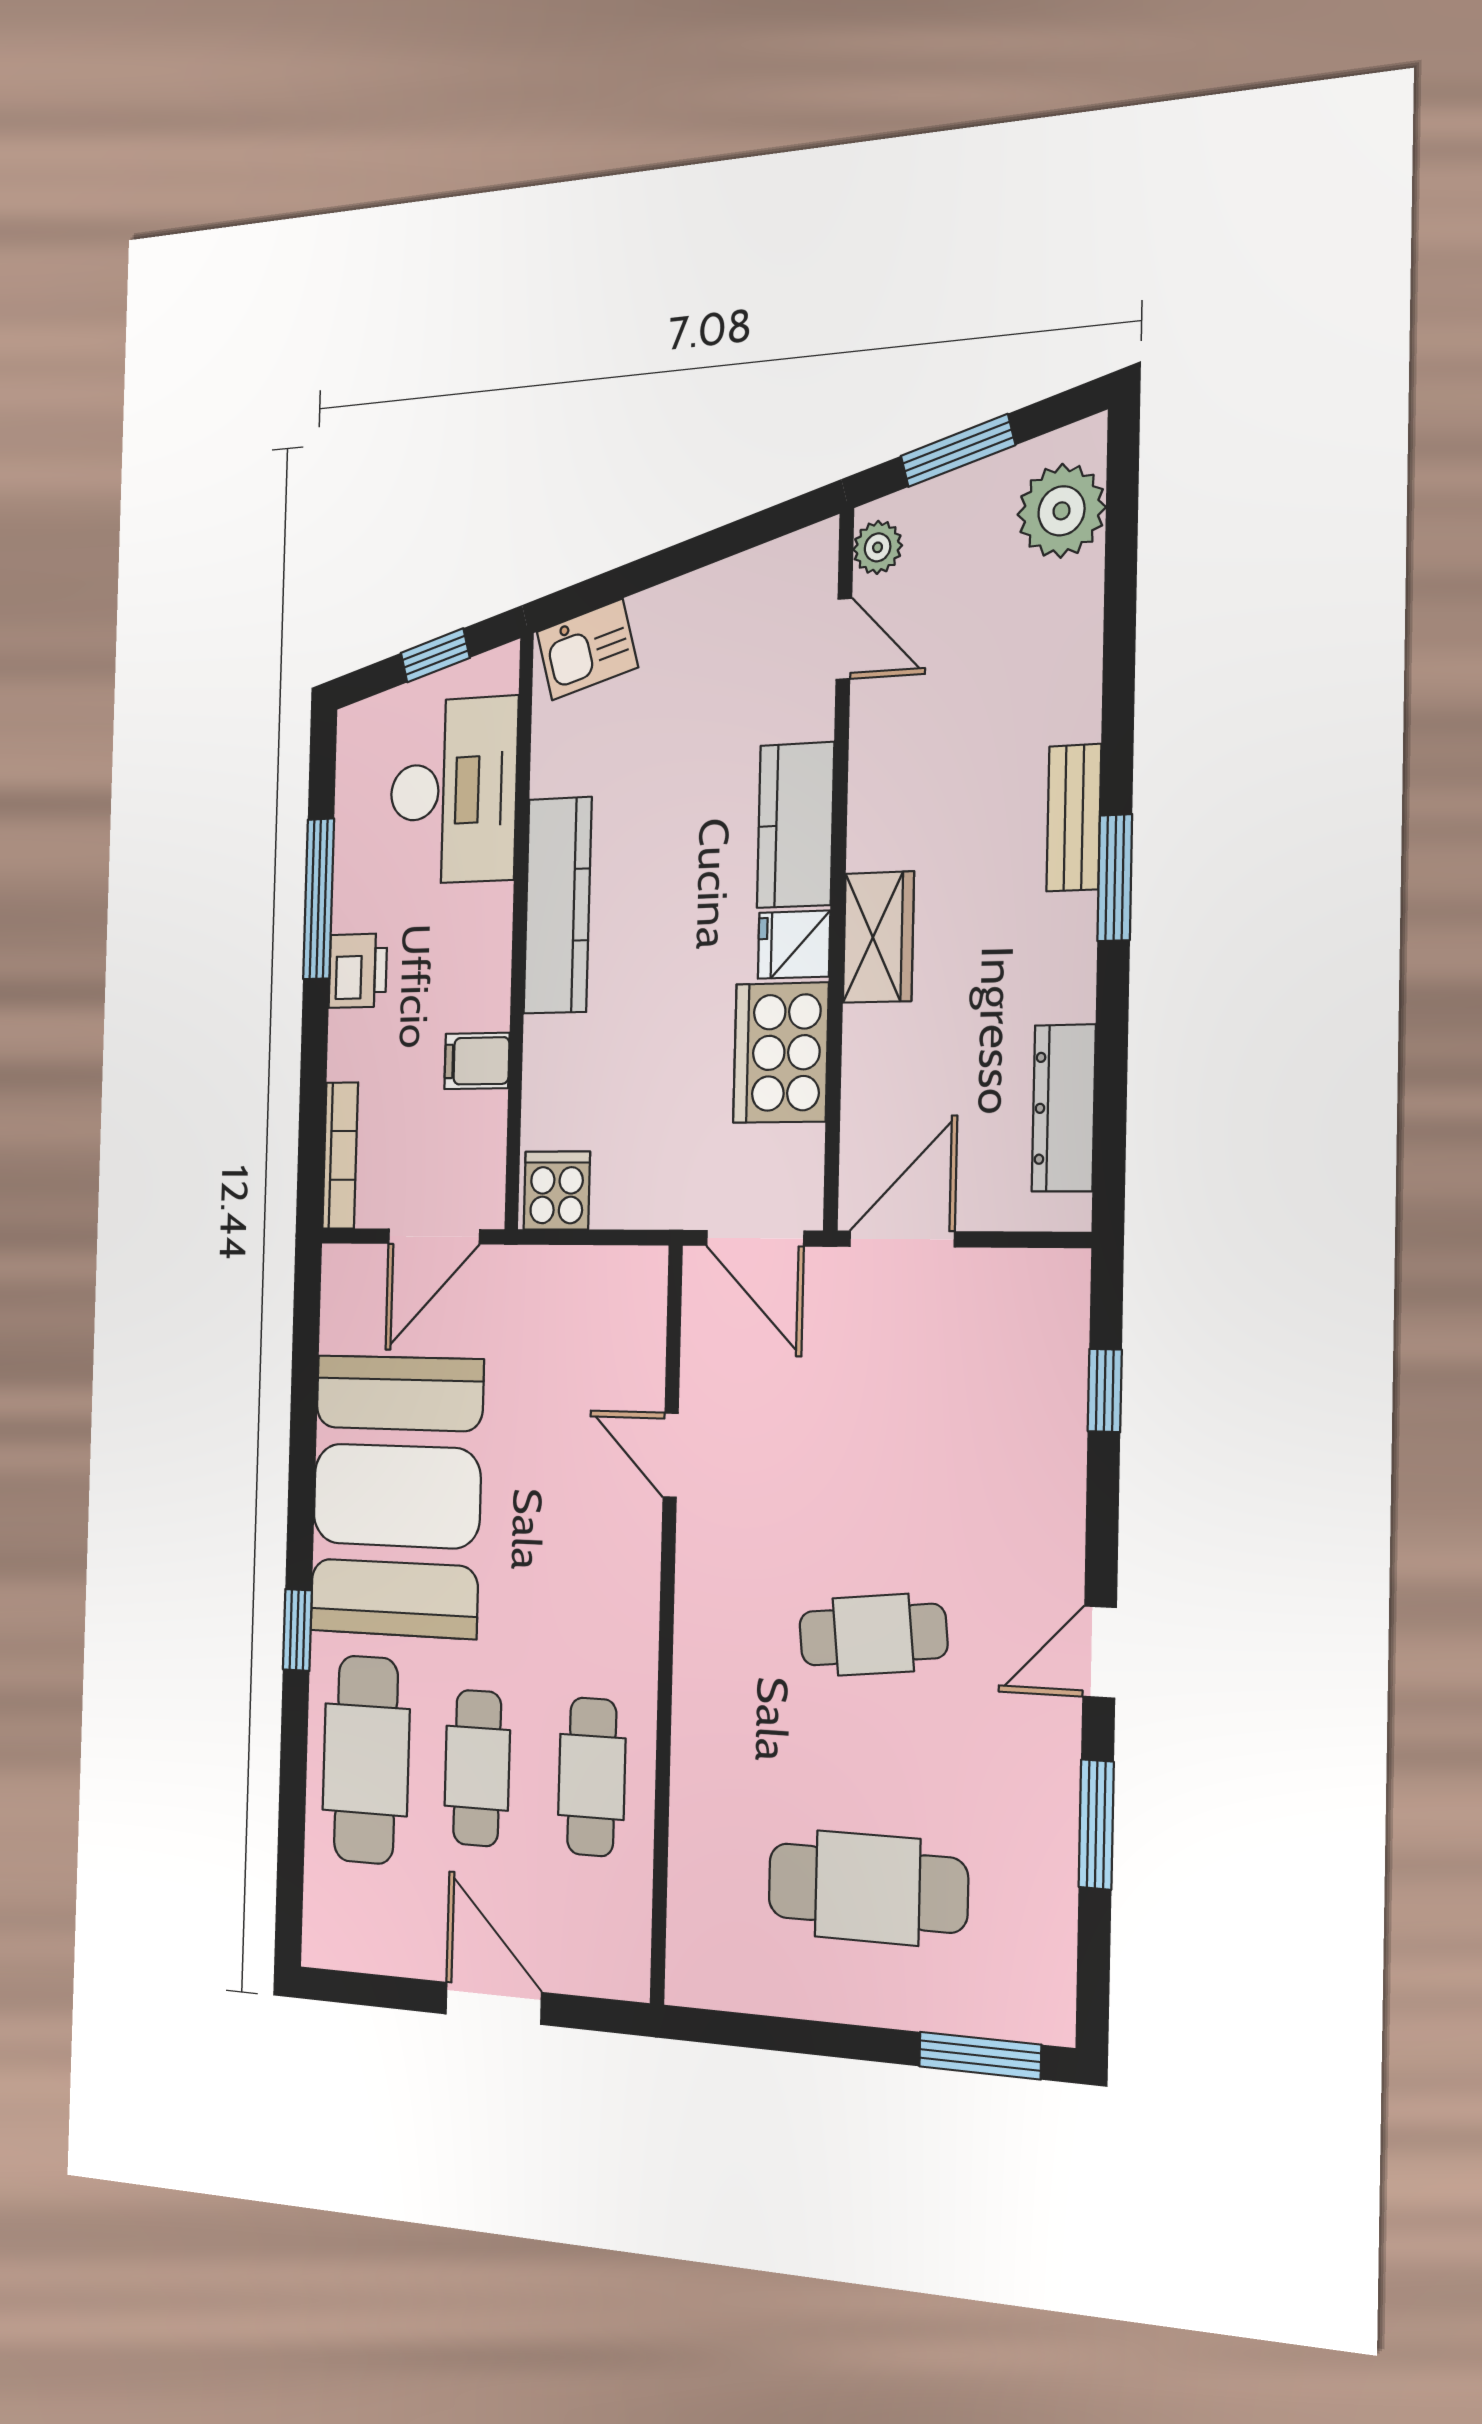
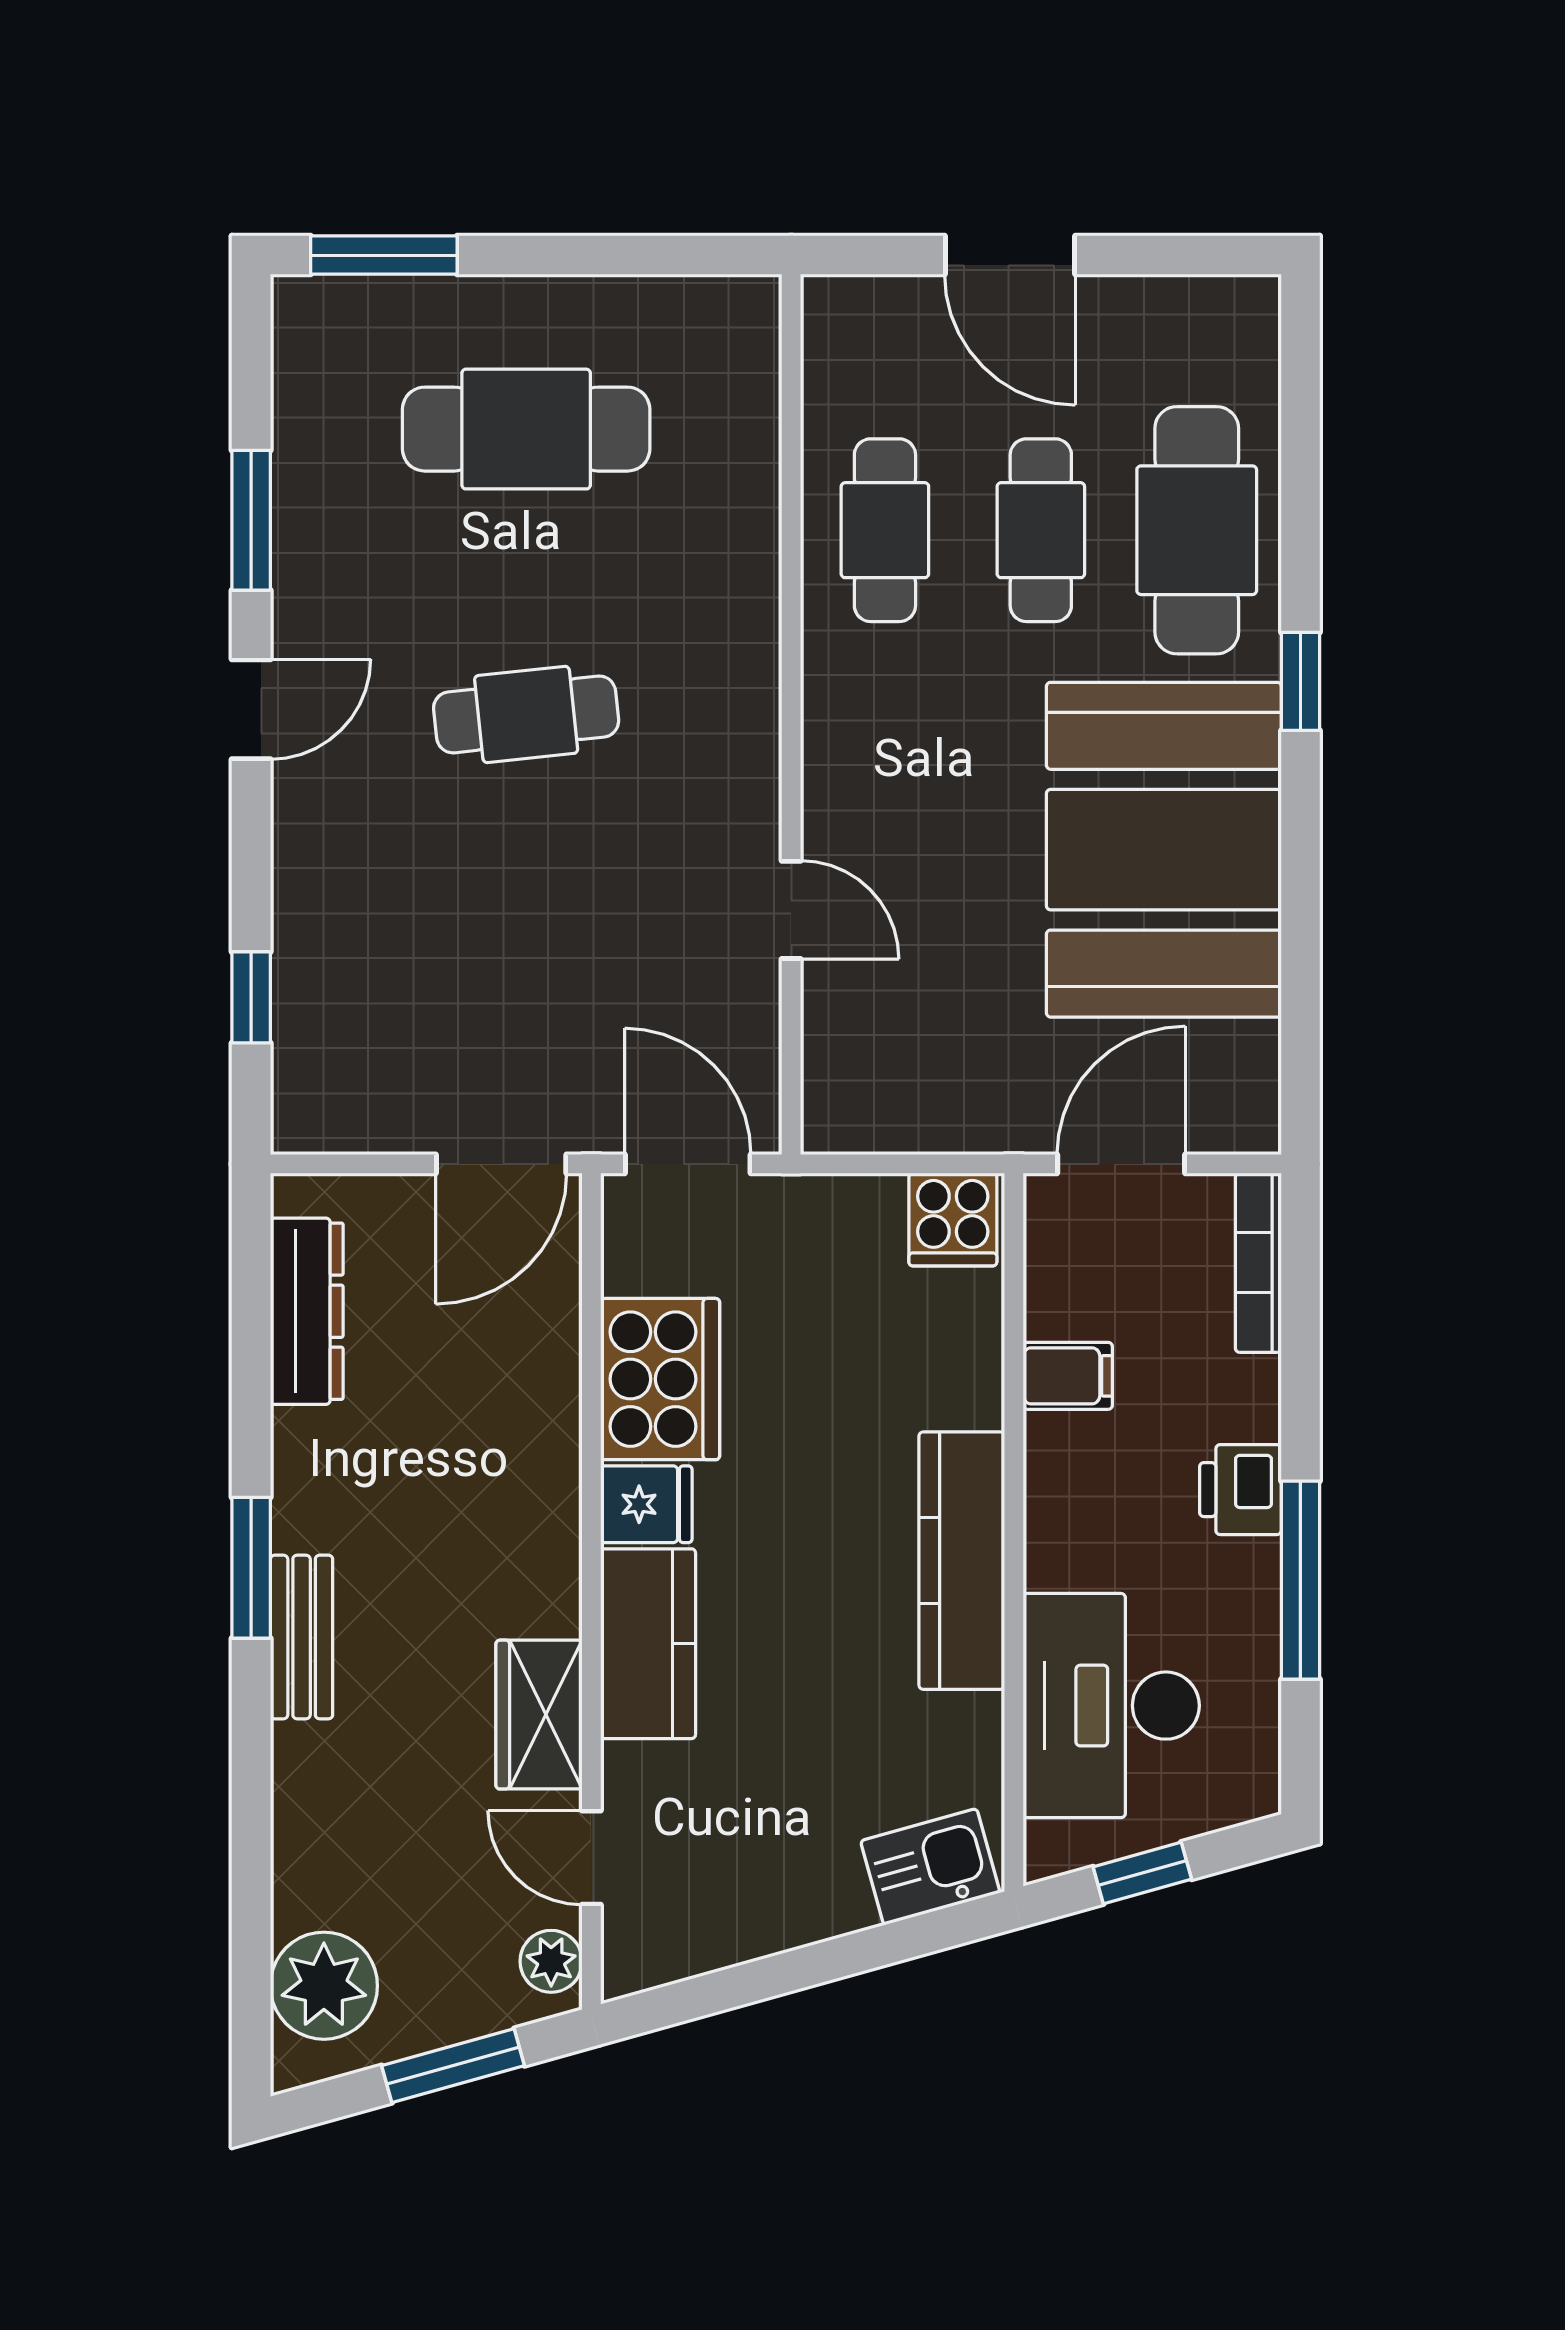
wardrobe: (878, 937) -> (539, 1715), moved

